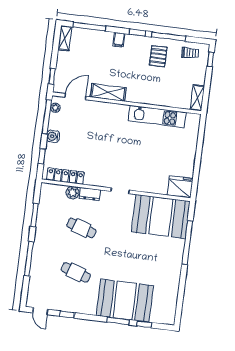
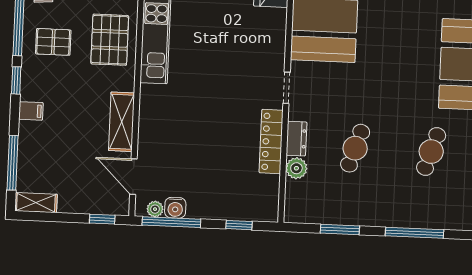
pallet: (157, 89) -> (110, 40), added
water cooler: (53, 136) -> (175, 208), moved
locker: (65, 176) -> (271, 142), moved

